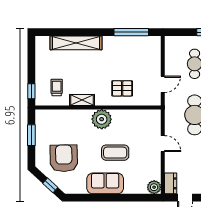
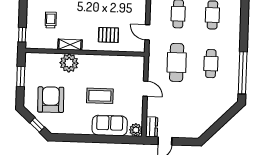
door: (163, 84) -> (147, 32), swing flipped
trolley: (57, 87) -> (51, 20), moved
plant: (102, 119) -> (69, 63), moved
sofa: (105, 183) -> (110, 126), moved

